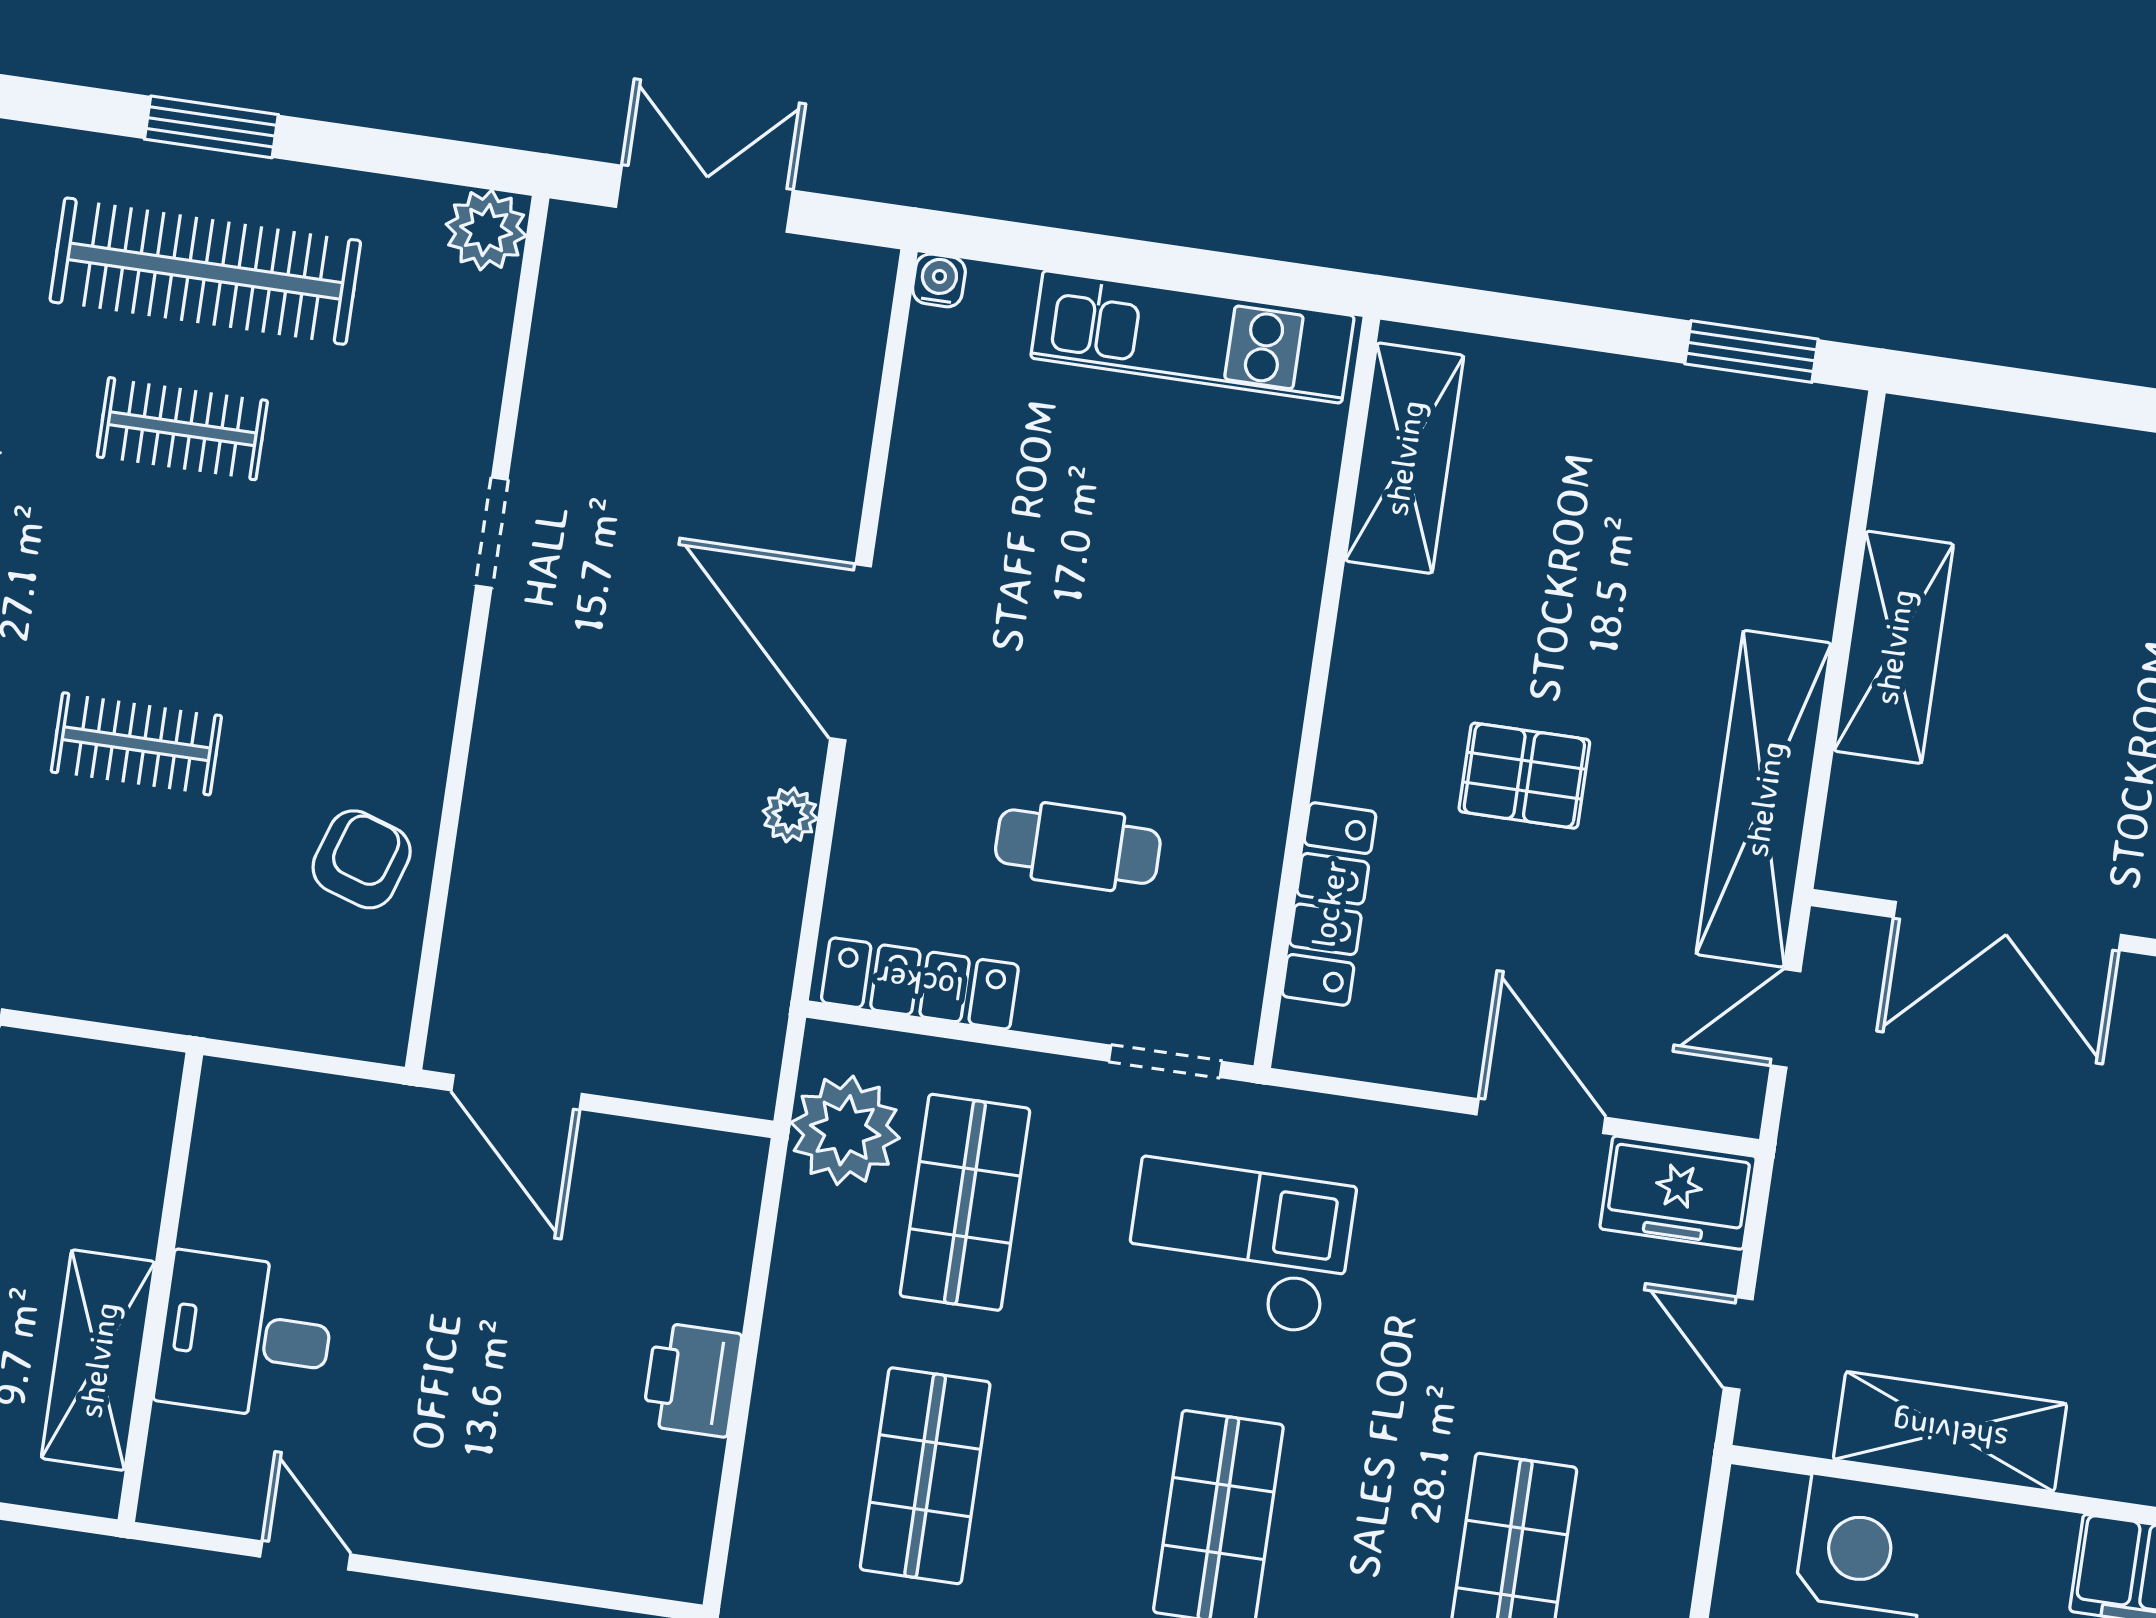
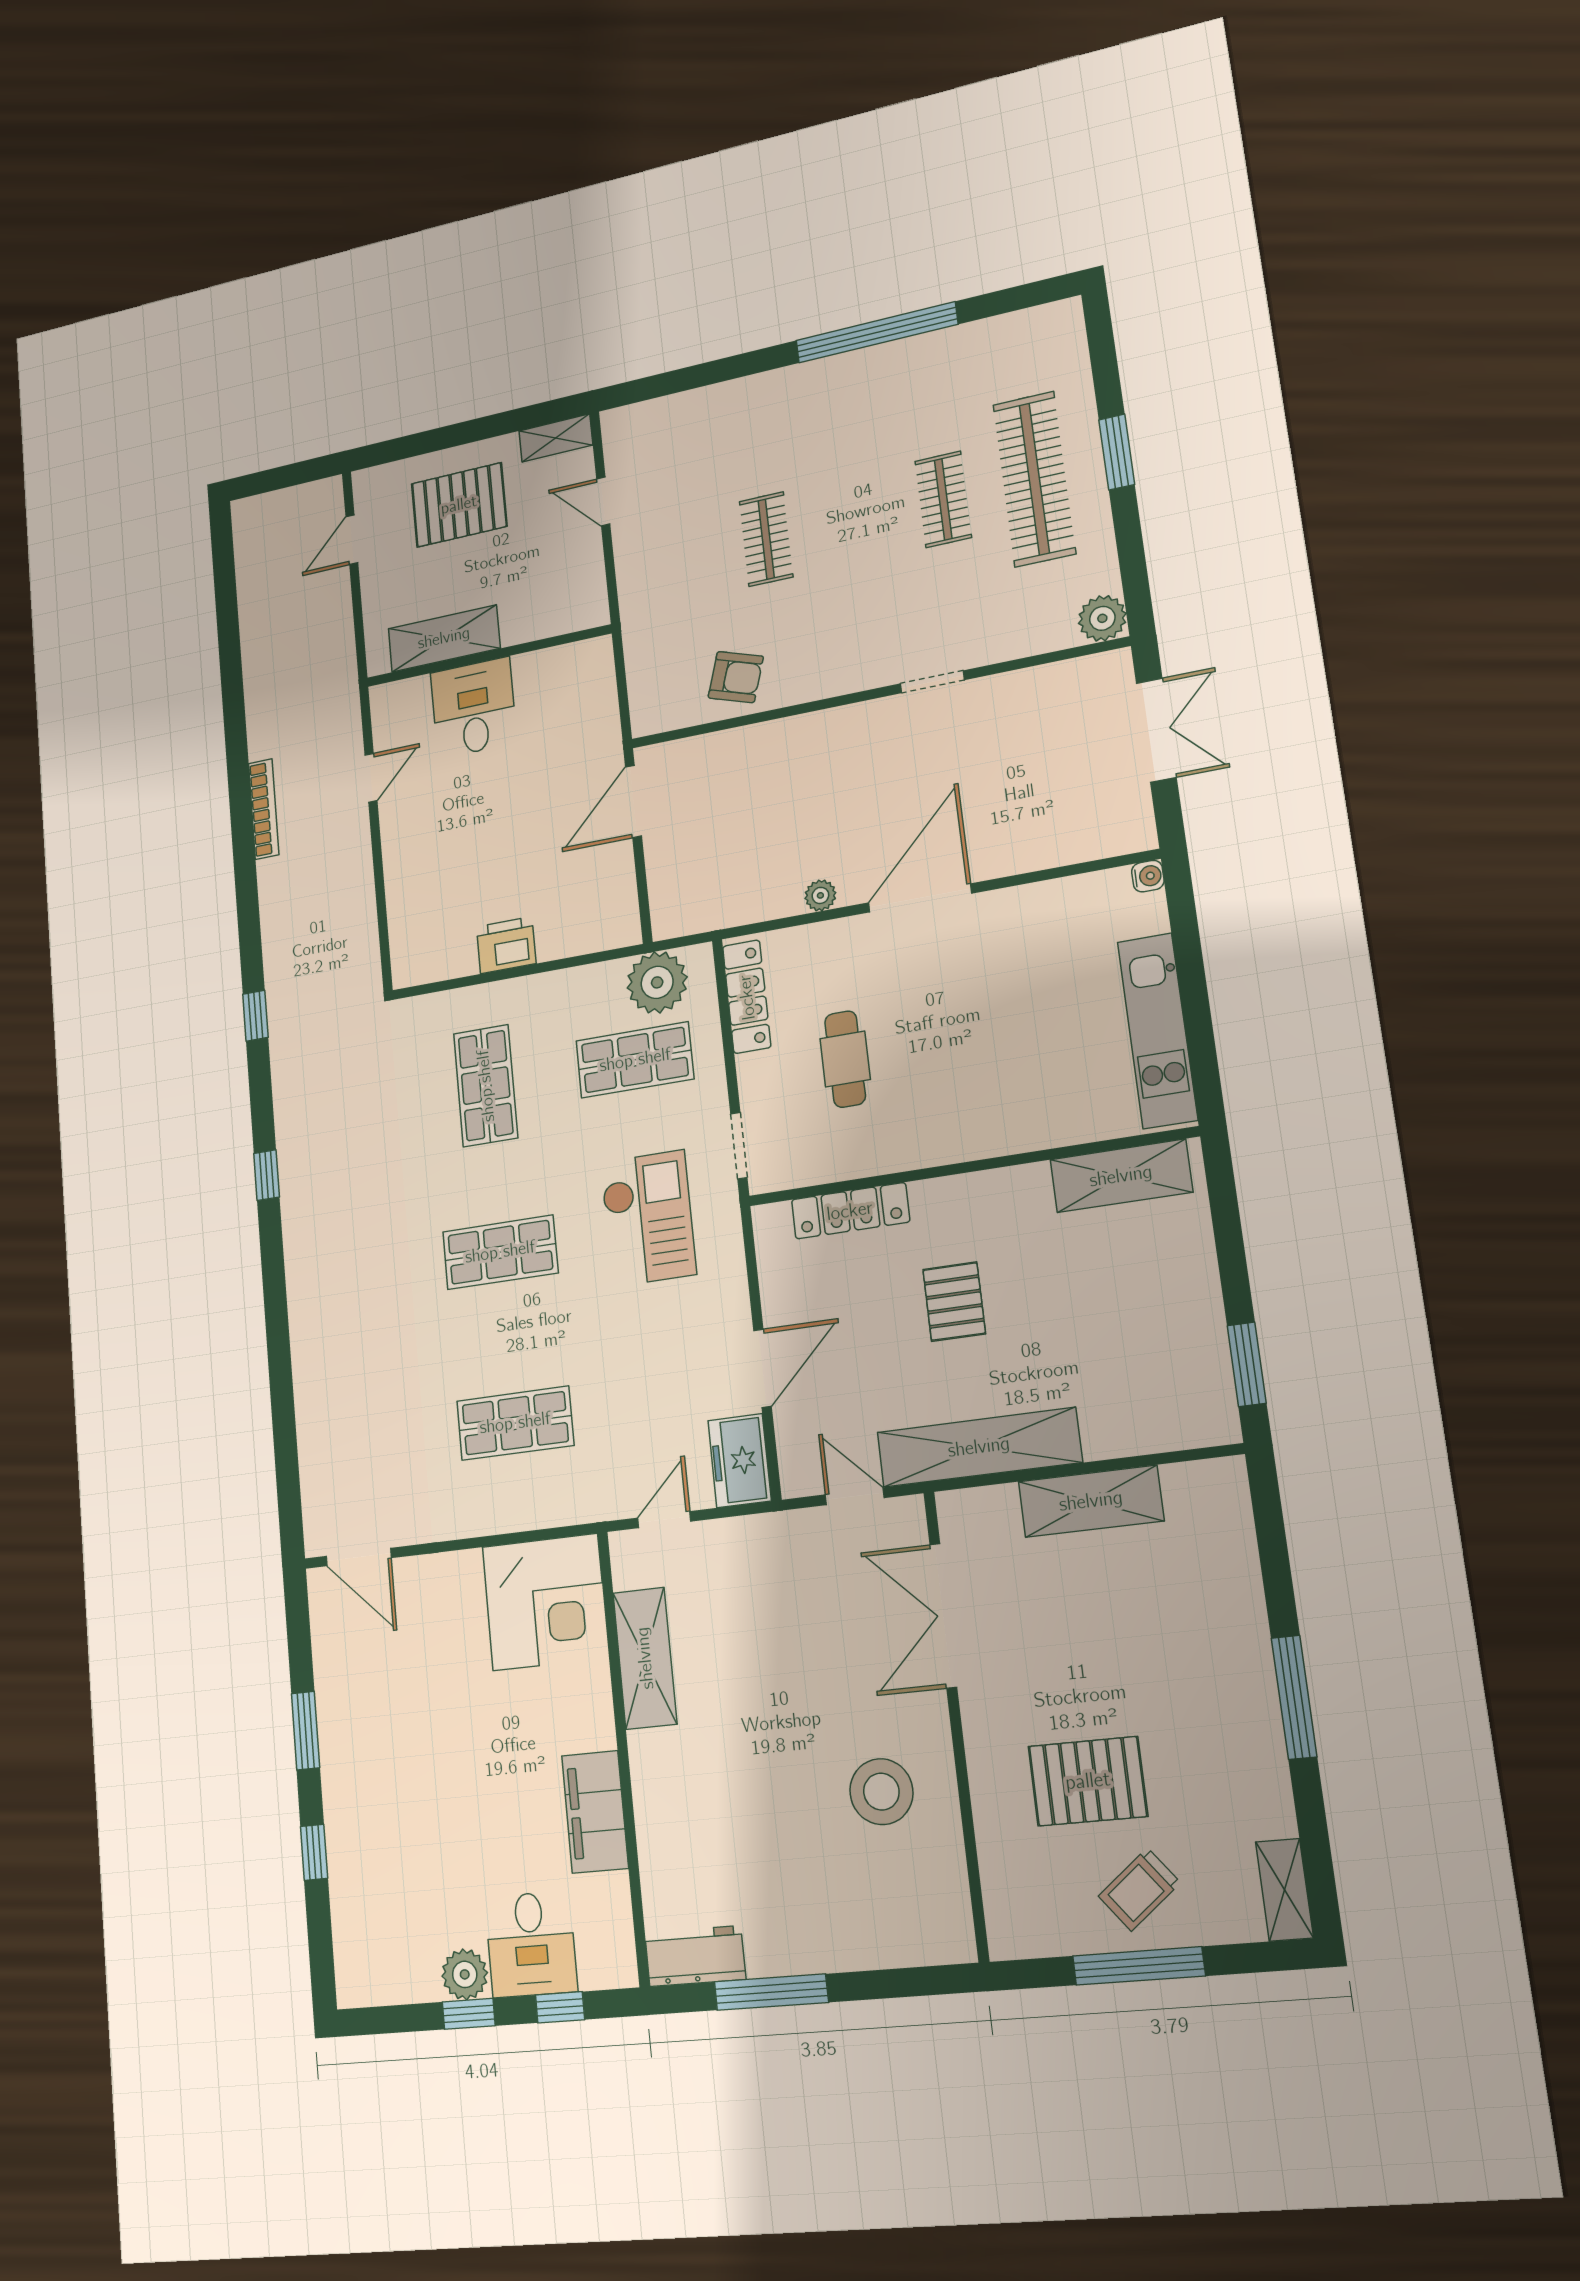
shop shelf: (925, 1476) -> (486, 1086), turned 90

